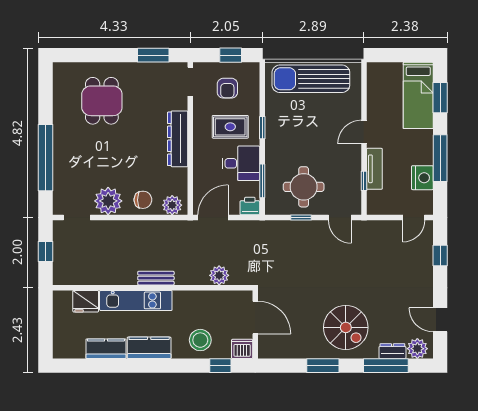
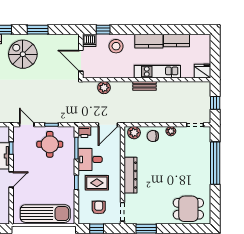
dining table: (102, 101) -> (188, 209), moved, turned 90
plant: (108, 201) -> (171, 131), width x0.53, depth x0.53
fridge: (86, 301) -> (203, 71), moved

